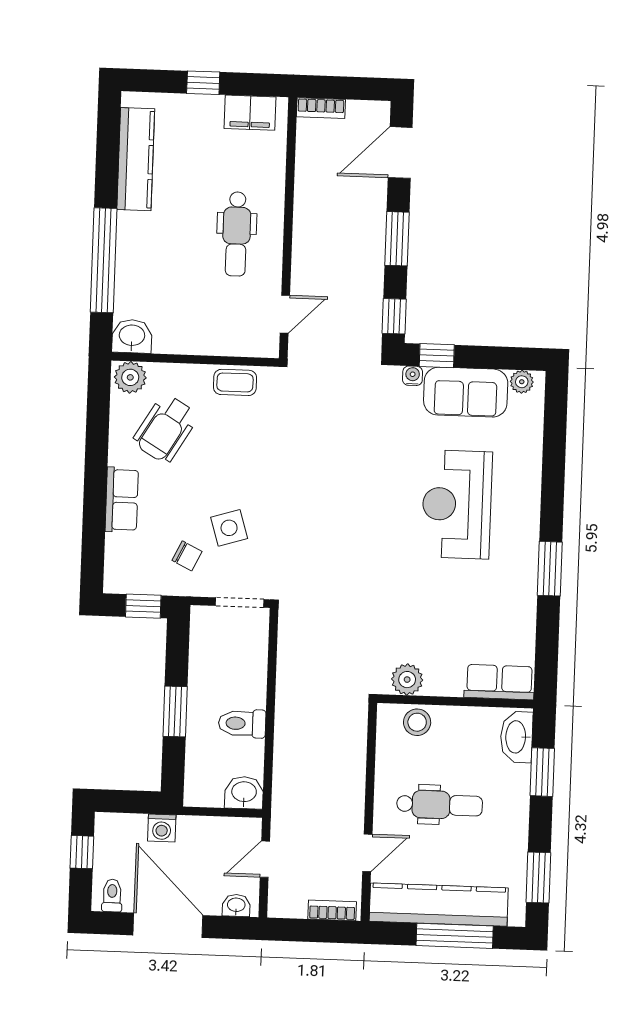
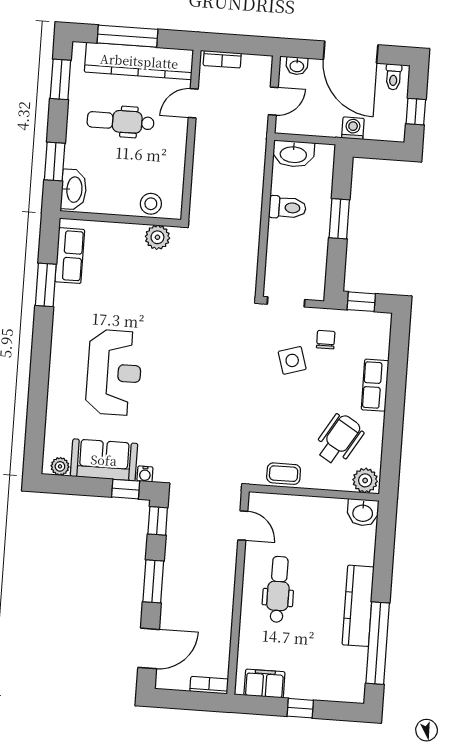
kitchen counter: (136, 159) -> (358, 606), moved
window: (104, 260) -> (378, 643), moved
door: (285, 314) -> (243, 526), swing flipped
chair: (187, 556) -> (326, 340), turned 64
window: (550, 569) -> (46, 285), moved
row of seats: (499, 682) -> (70, 256), moved, turned -90
washbasin: (244, 793) -> (293, 154), width x1.38
dental chair: (440, 805) -> (121, 121), moved

